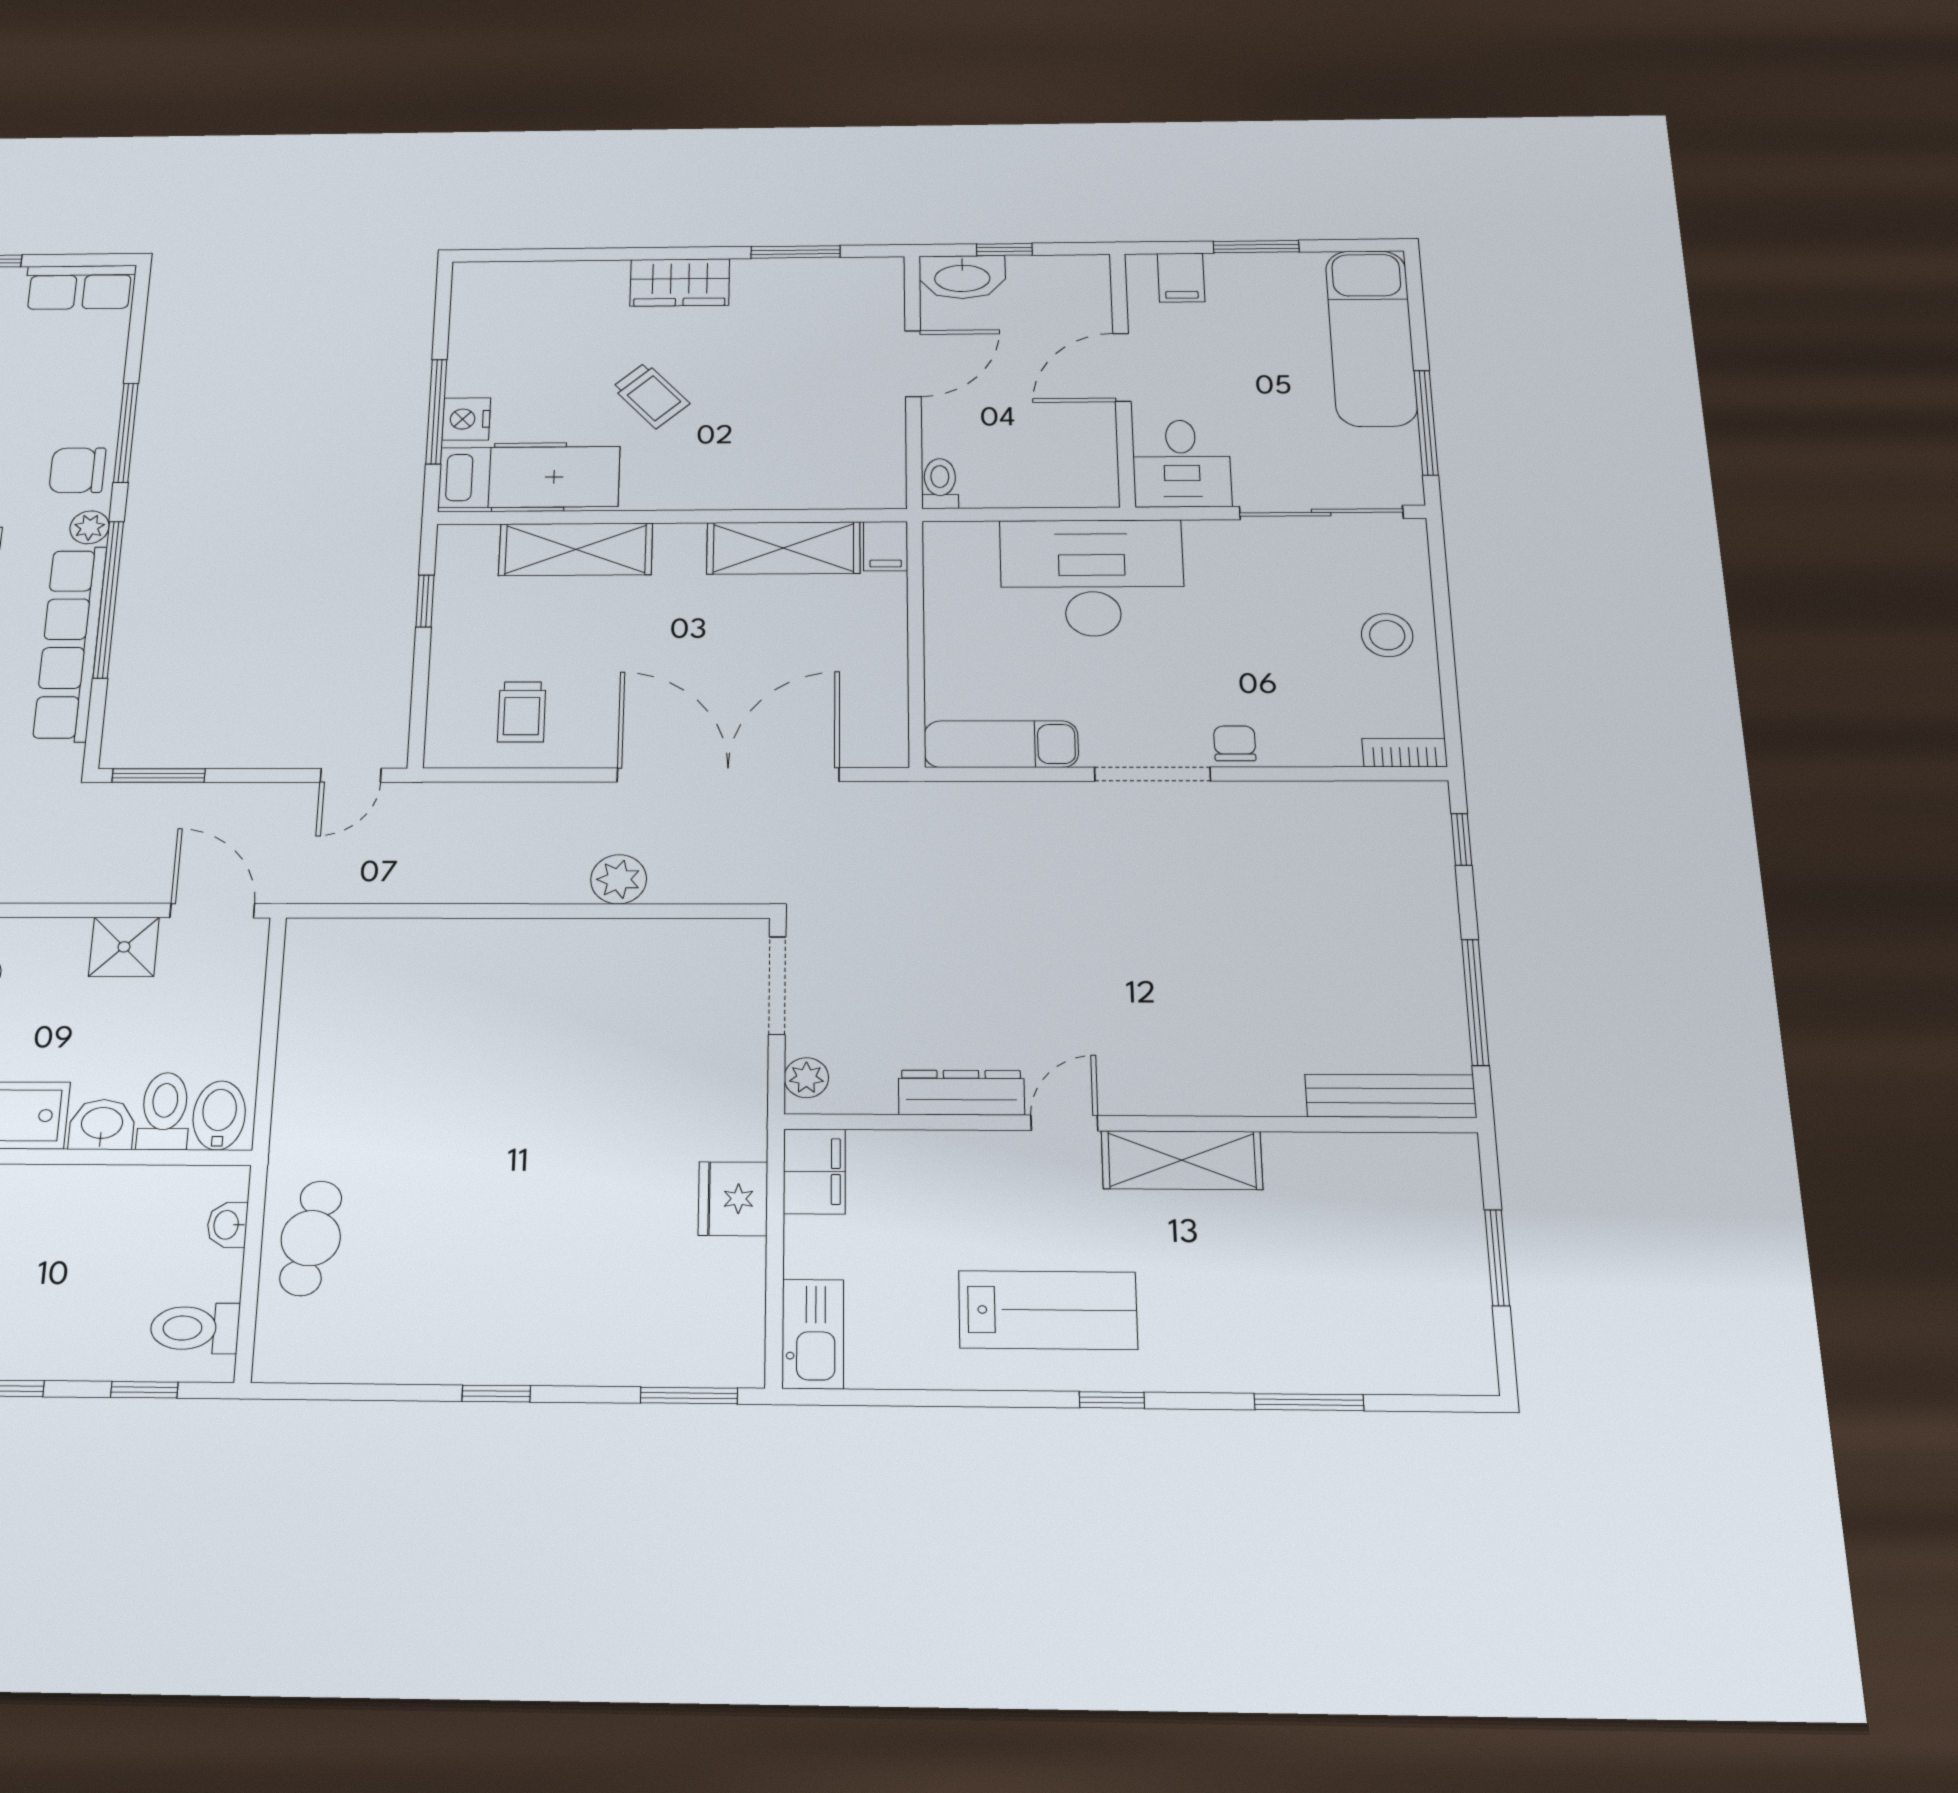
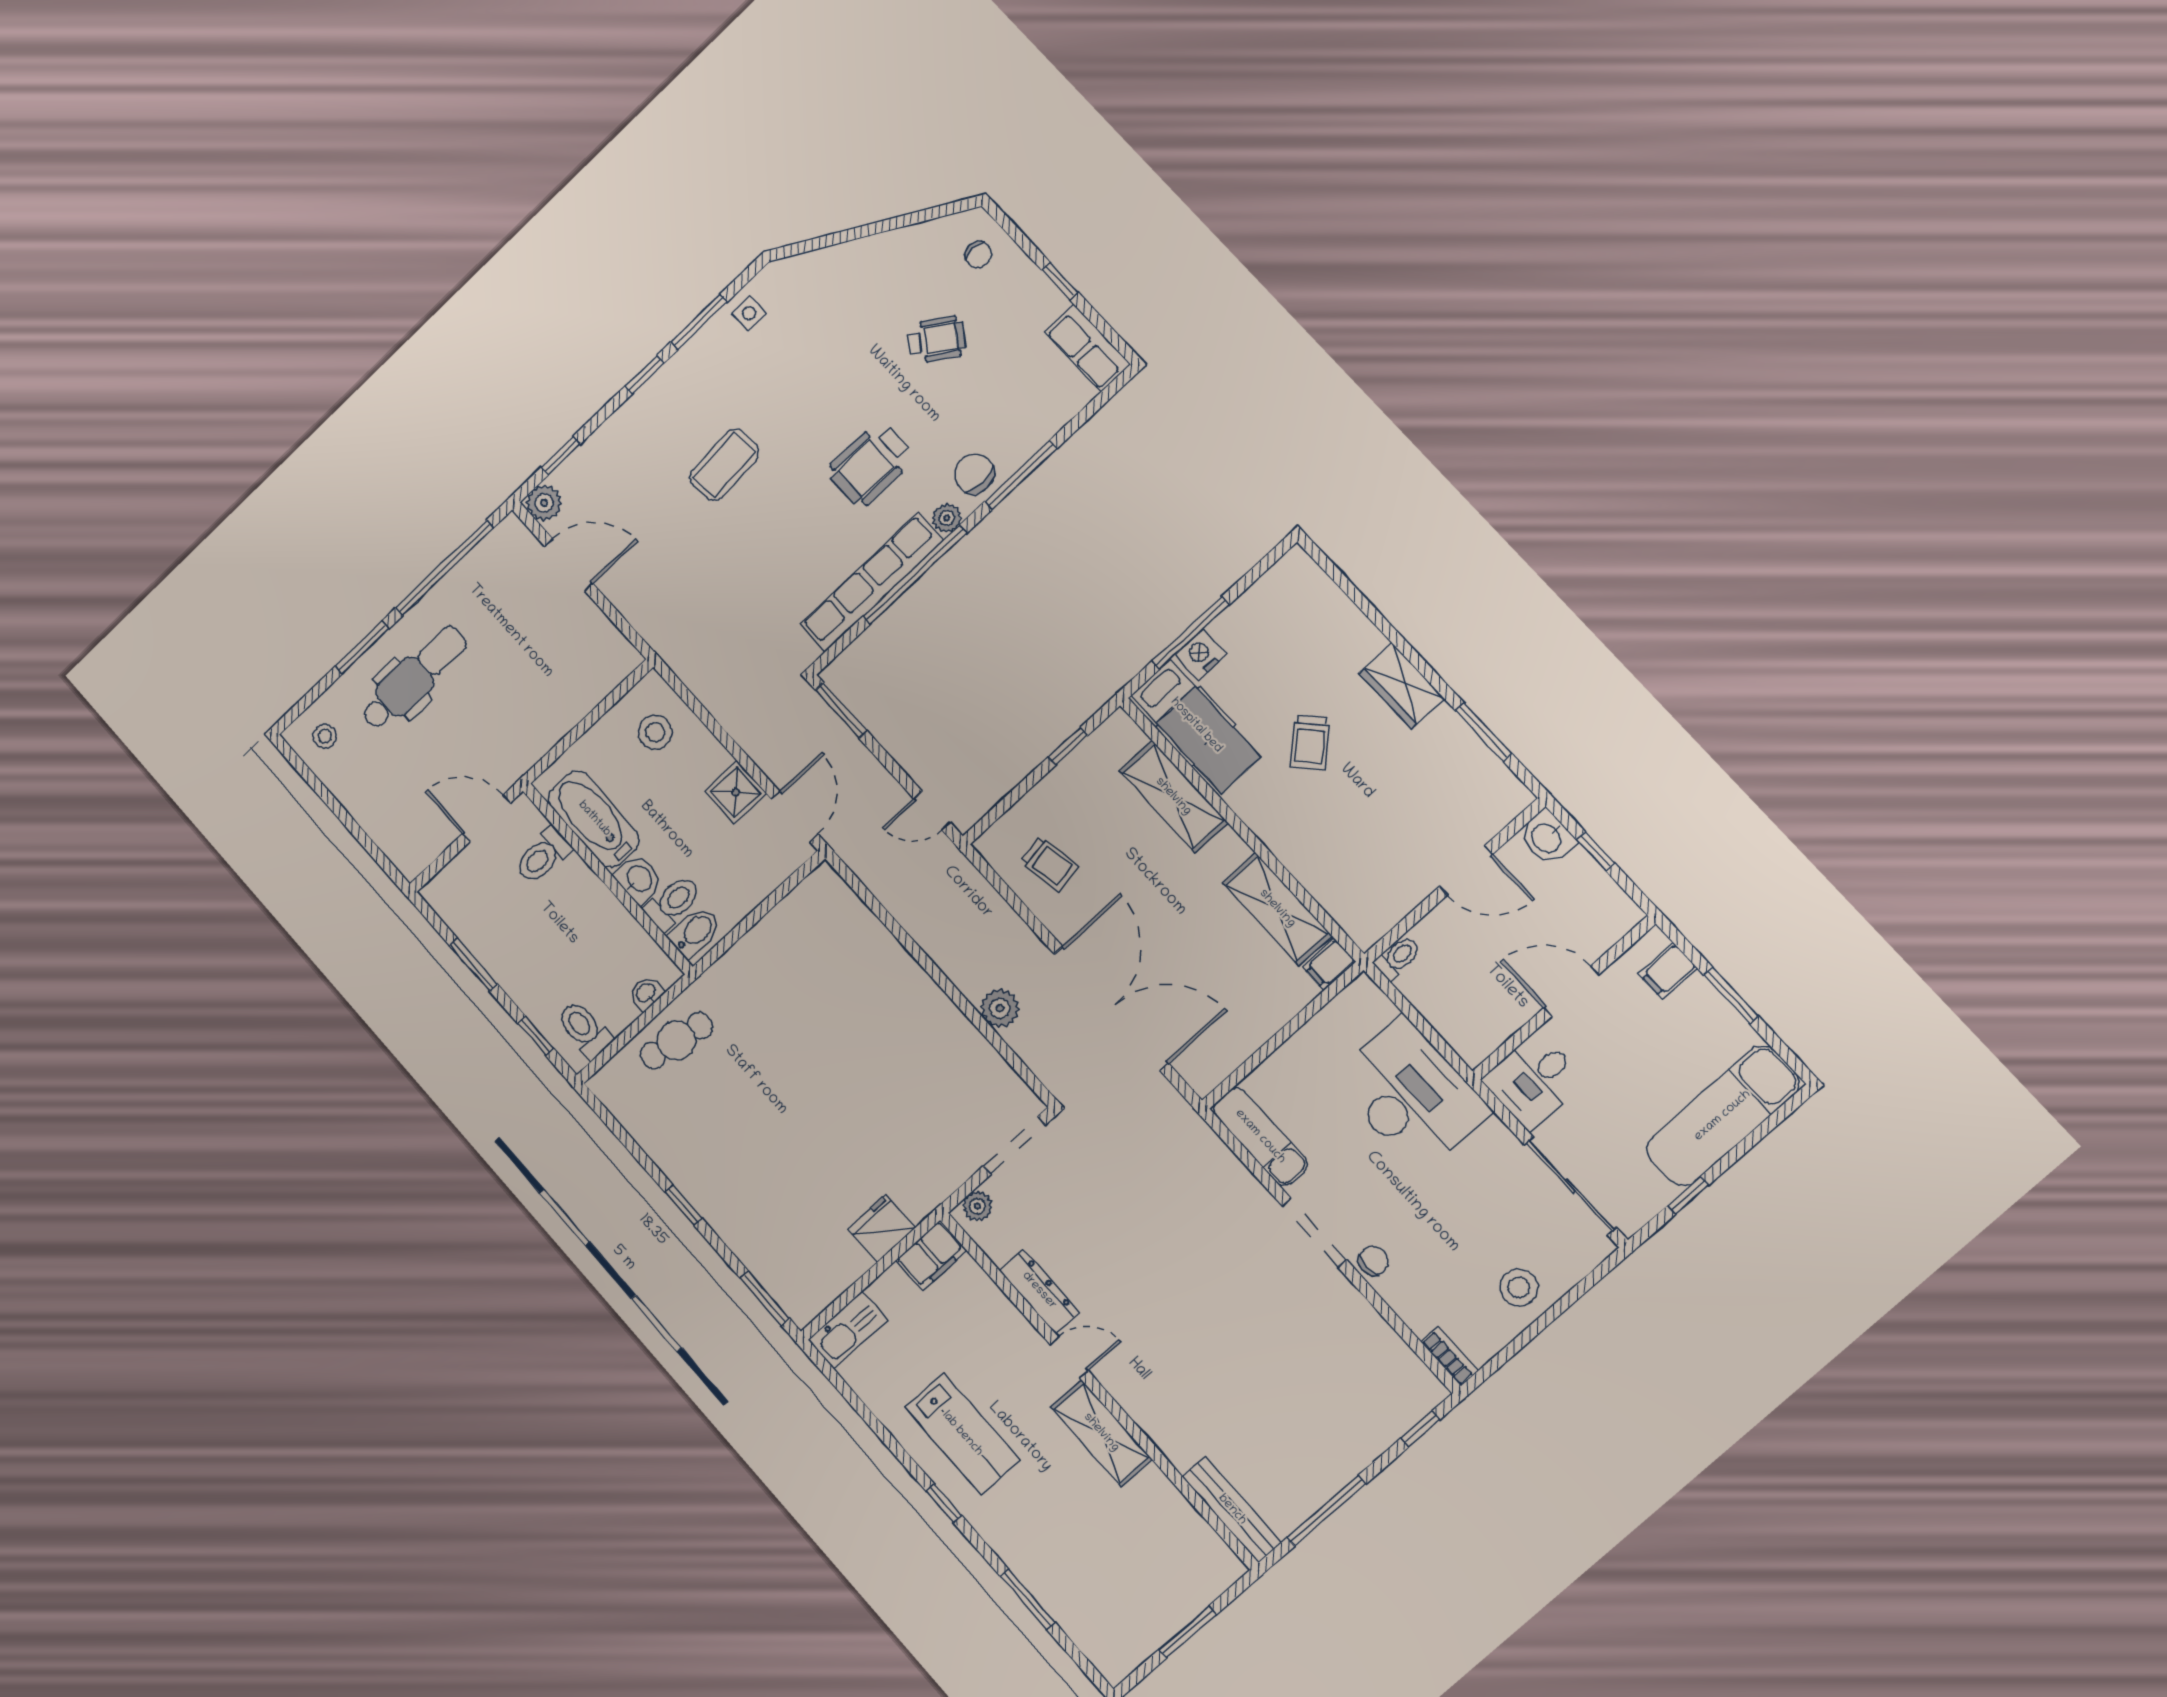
washbasin: (962, 277) -> (1547, 838), width x0.72
window: (1426, 423) -> (1688, 1195), width x0.46
trolley: (522, 712) -> (1049, 864), turned -100

